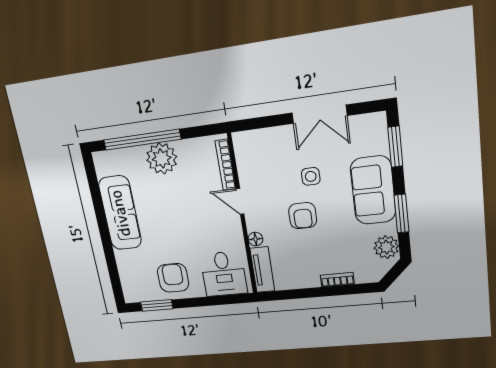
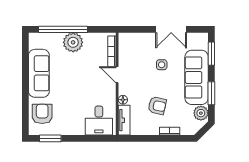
sofa: (373, 190) -> (197, 77), width x1.36
armchair: (303, 216) -> (157, 106), moved, turned -77
armchair: (173, 278) -> (42, 114), moved

